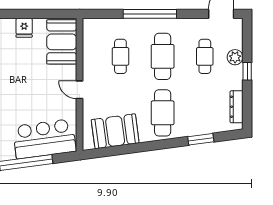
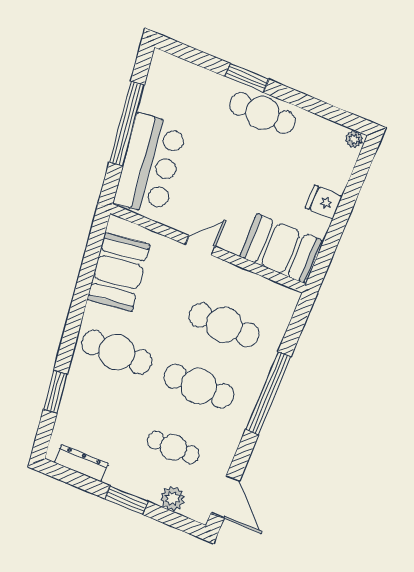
cafe table: (120, 56) -> (224, 325), width x1.37, depth x1.35
plant: (235, 57) -> (173, 499), moved
window: (247, 71) -> (126, 500), width x1.50

